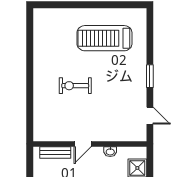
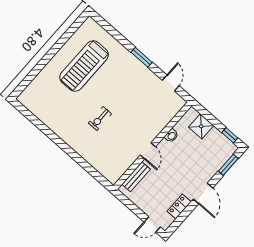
exercise bike: (75, 86) -> (100, 118), width x0.73, depth x0.72
door: (150, 116) -> (171, 83), hinge flipped

